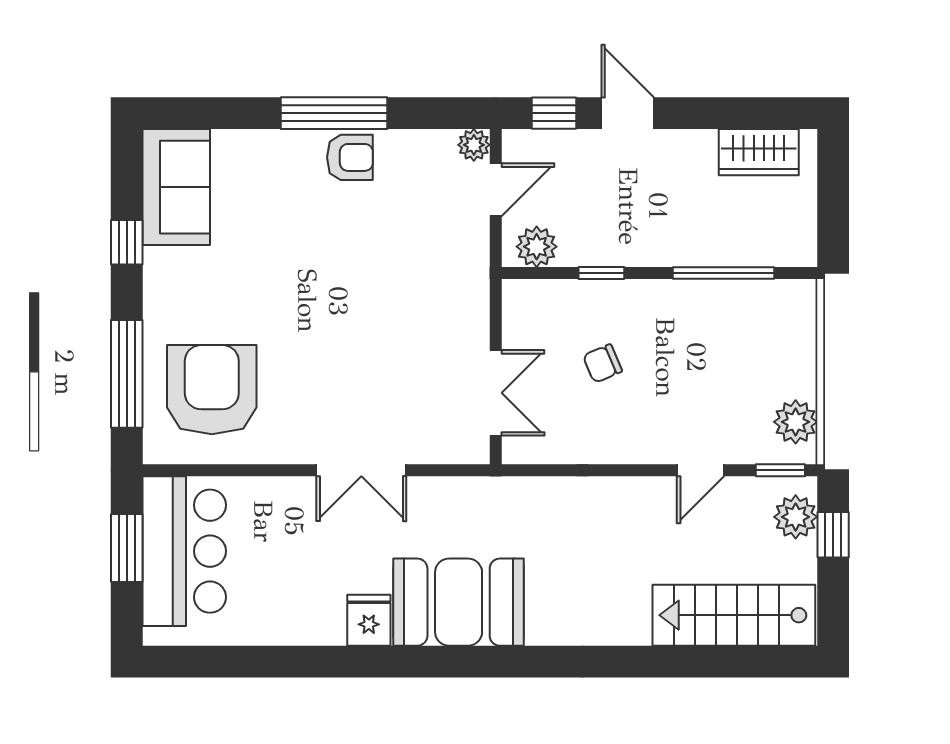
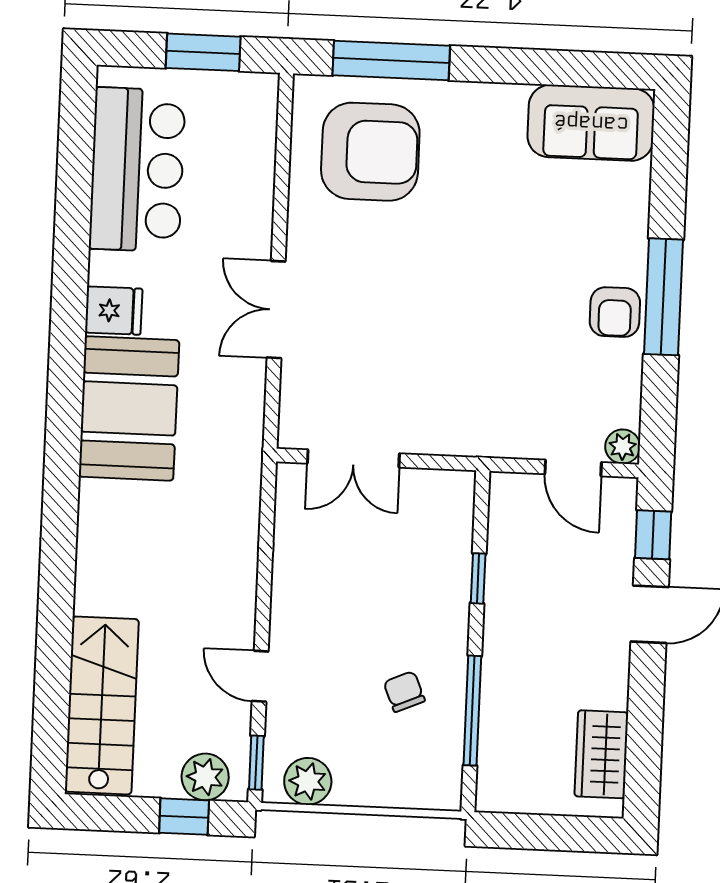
window: (127, 242) -> (534, 67), removed
plant: (537, 247) -> (510, 510), removed
chair: (602, 363) -> (404, 692), moved
bar counter: (184, 551) -> (137, 170), moved, turned -90

